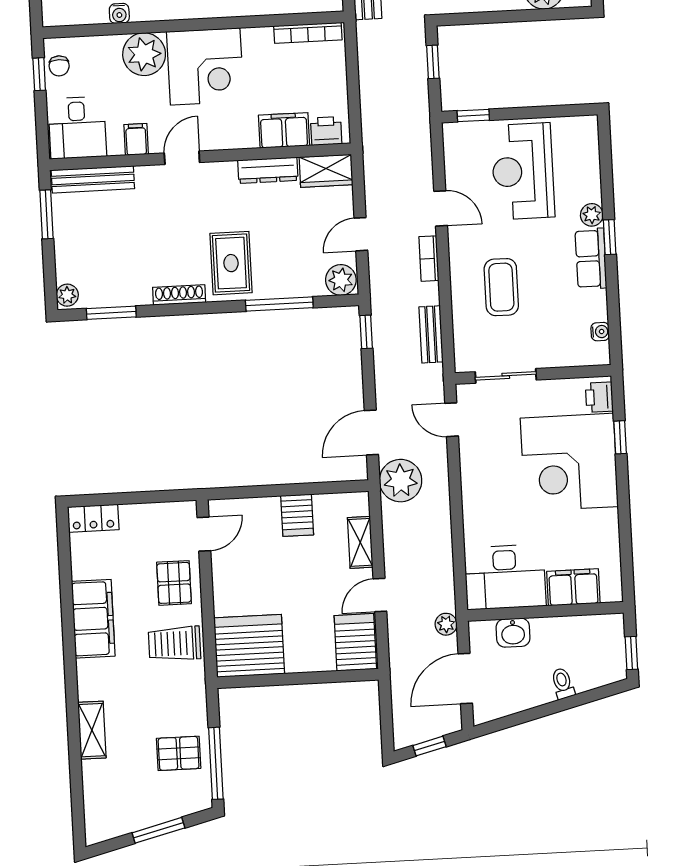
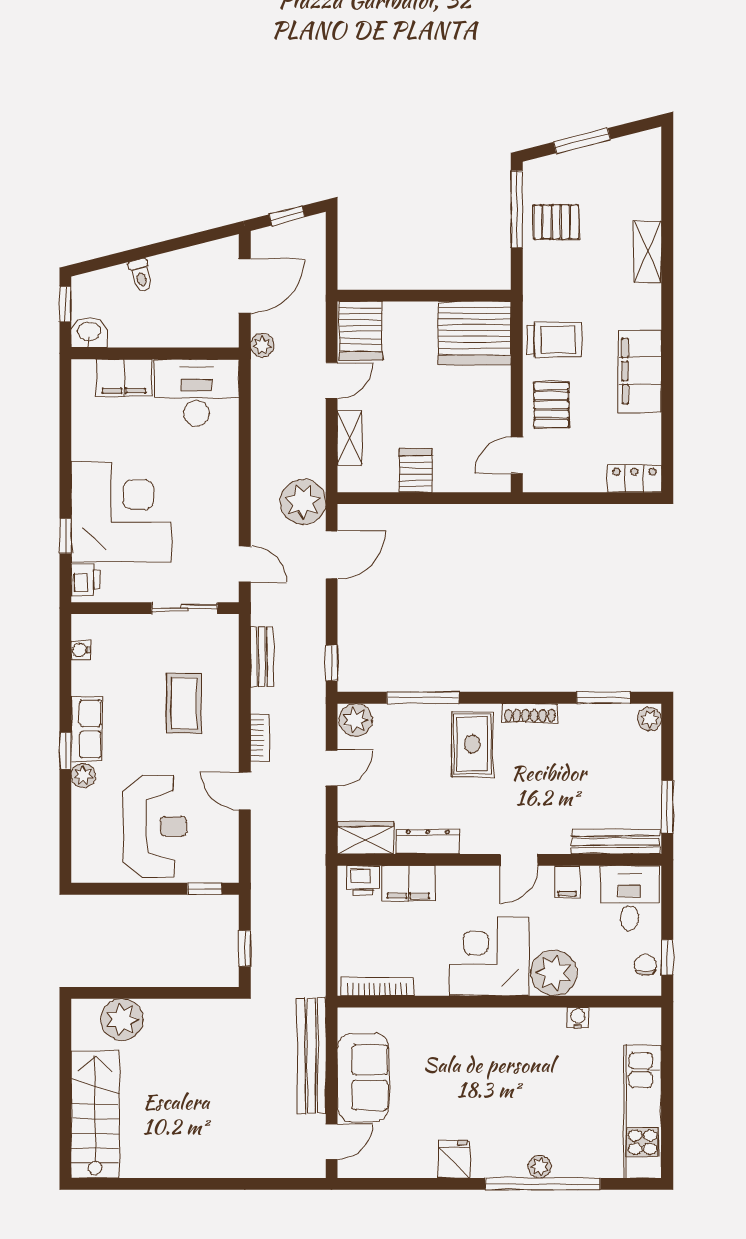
washbasin: (513, 633) -> (89, 332), moved

